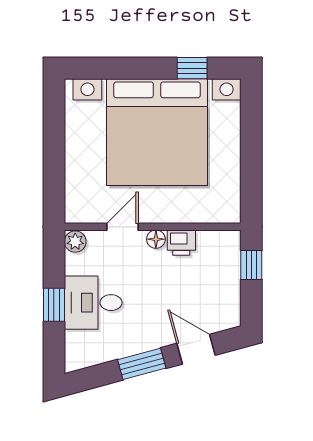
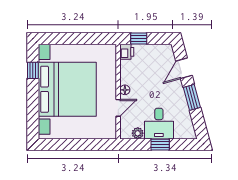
door: (122, 227) -> (118, 108), swing flipped
plant: (75, 242) -> (138, 133), moved
printer: (181, 243) -> (127, 52), moved

